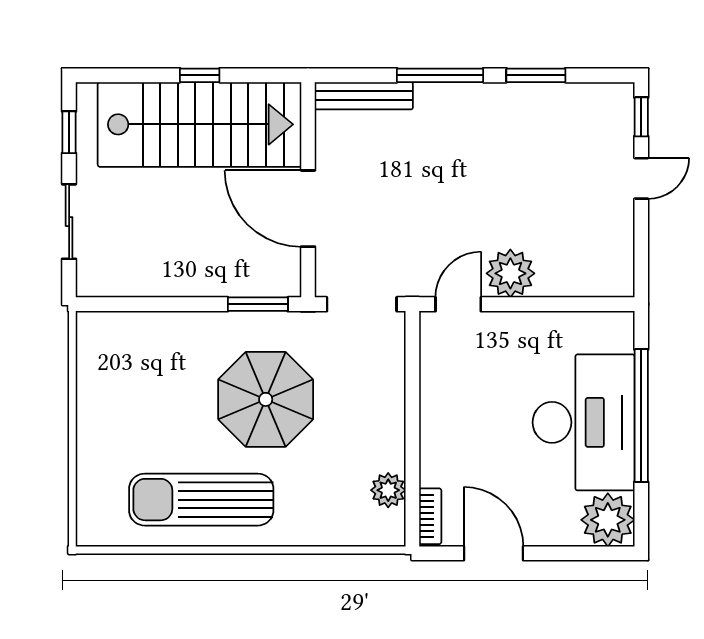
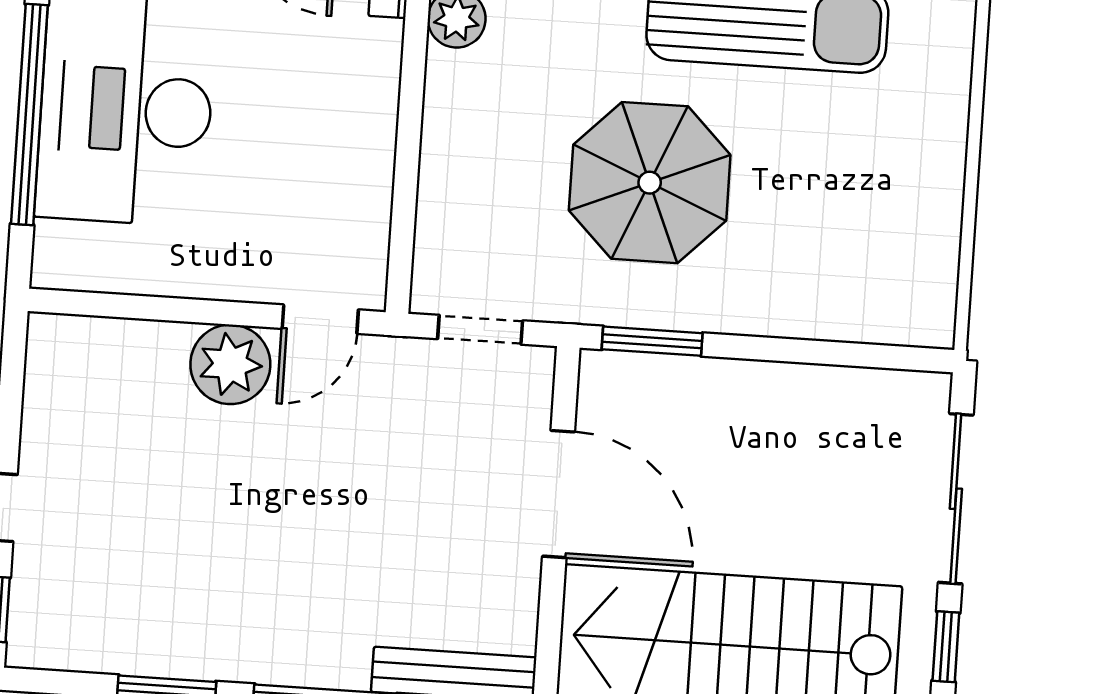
sliding door: (69, 222) -> (956, 499), width x1.37
doorway: (362, 304) -> (480, 330), width x0.73

